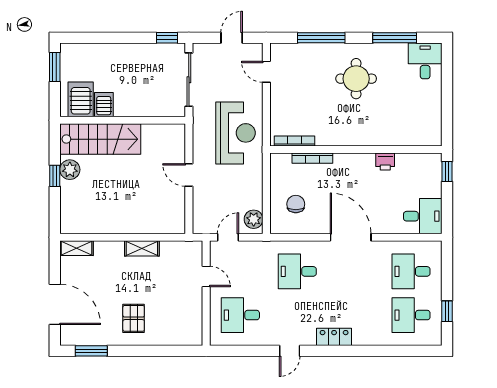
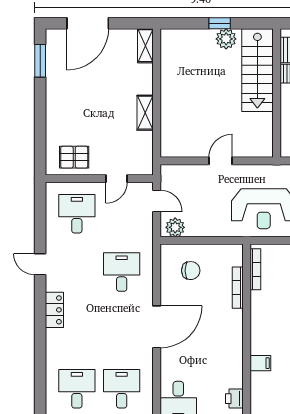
filing cabinet: (386, 136) -> (260, 363), added
printer: (385, 161) -> (234, 399), moved
pallet: (134, 318) -> (74, 157), moved

